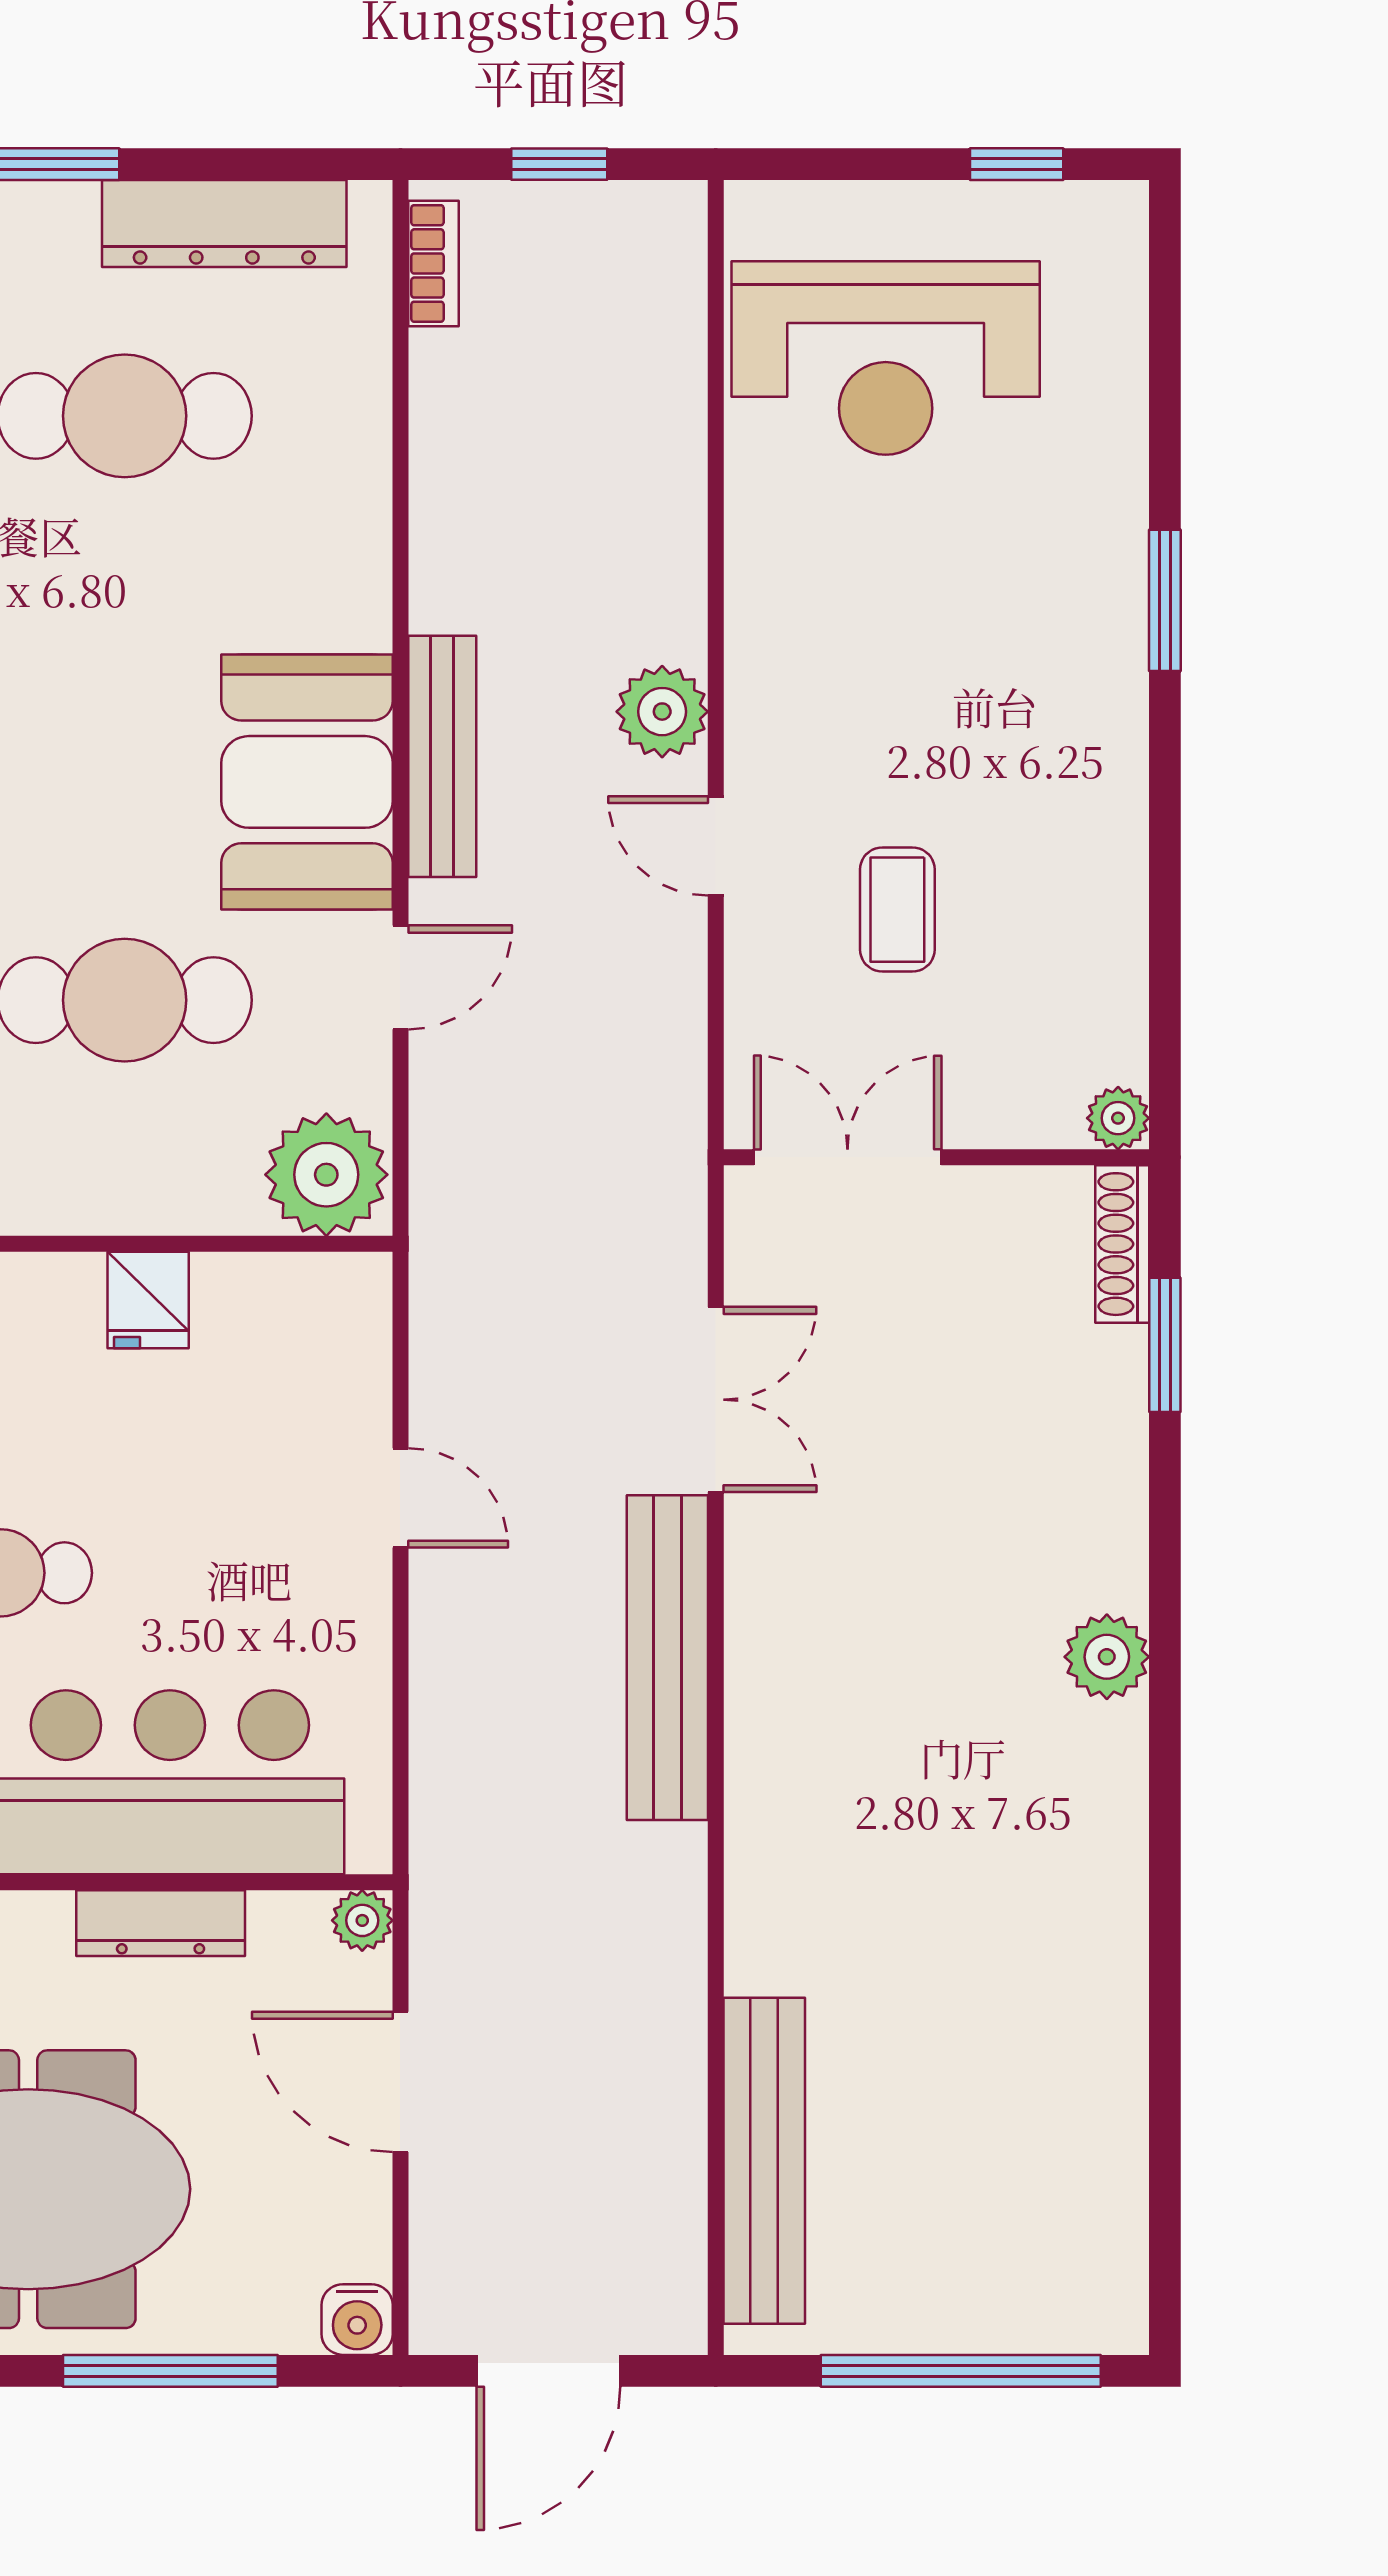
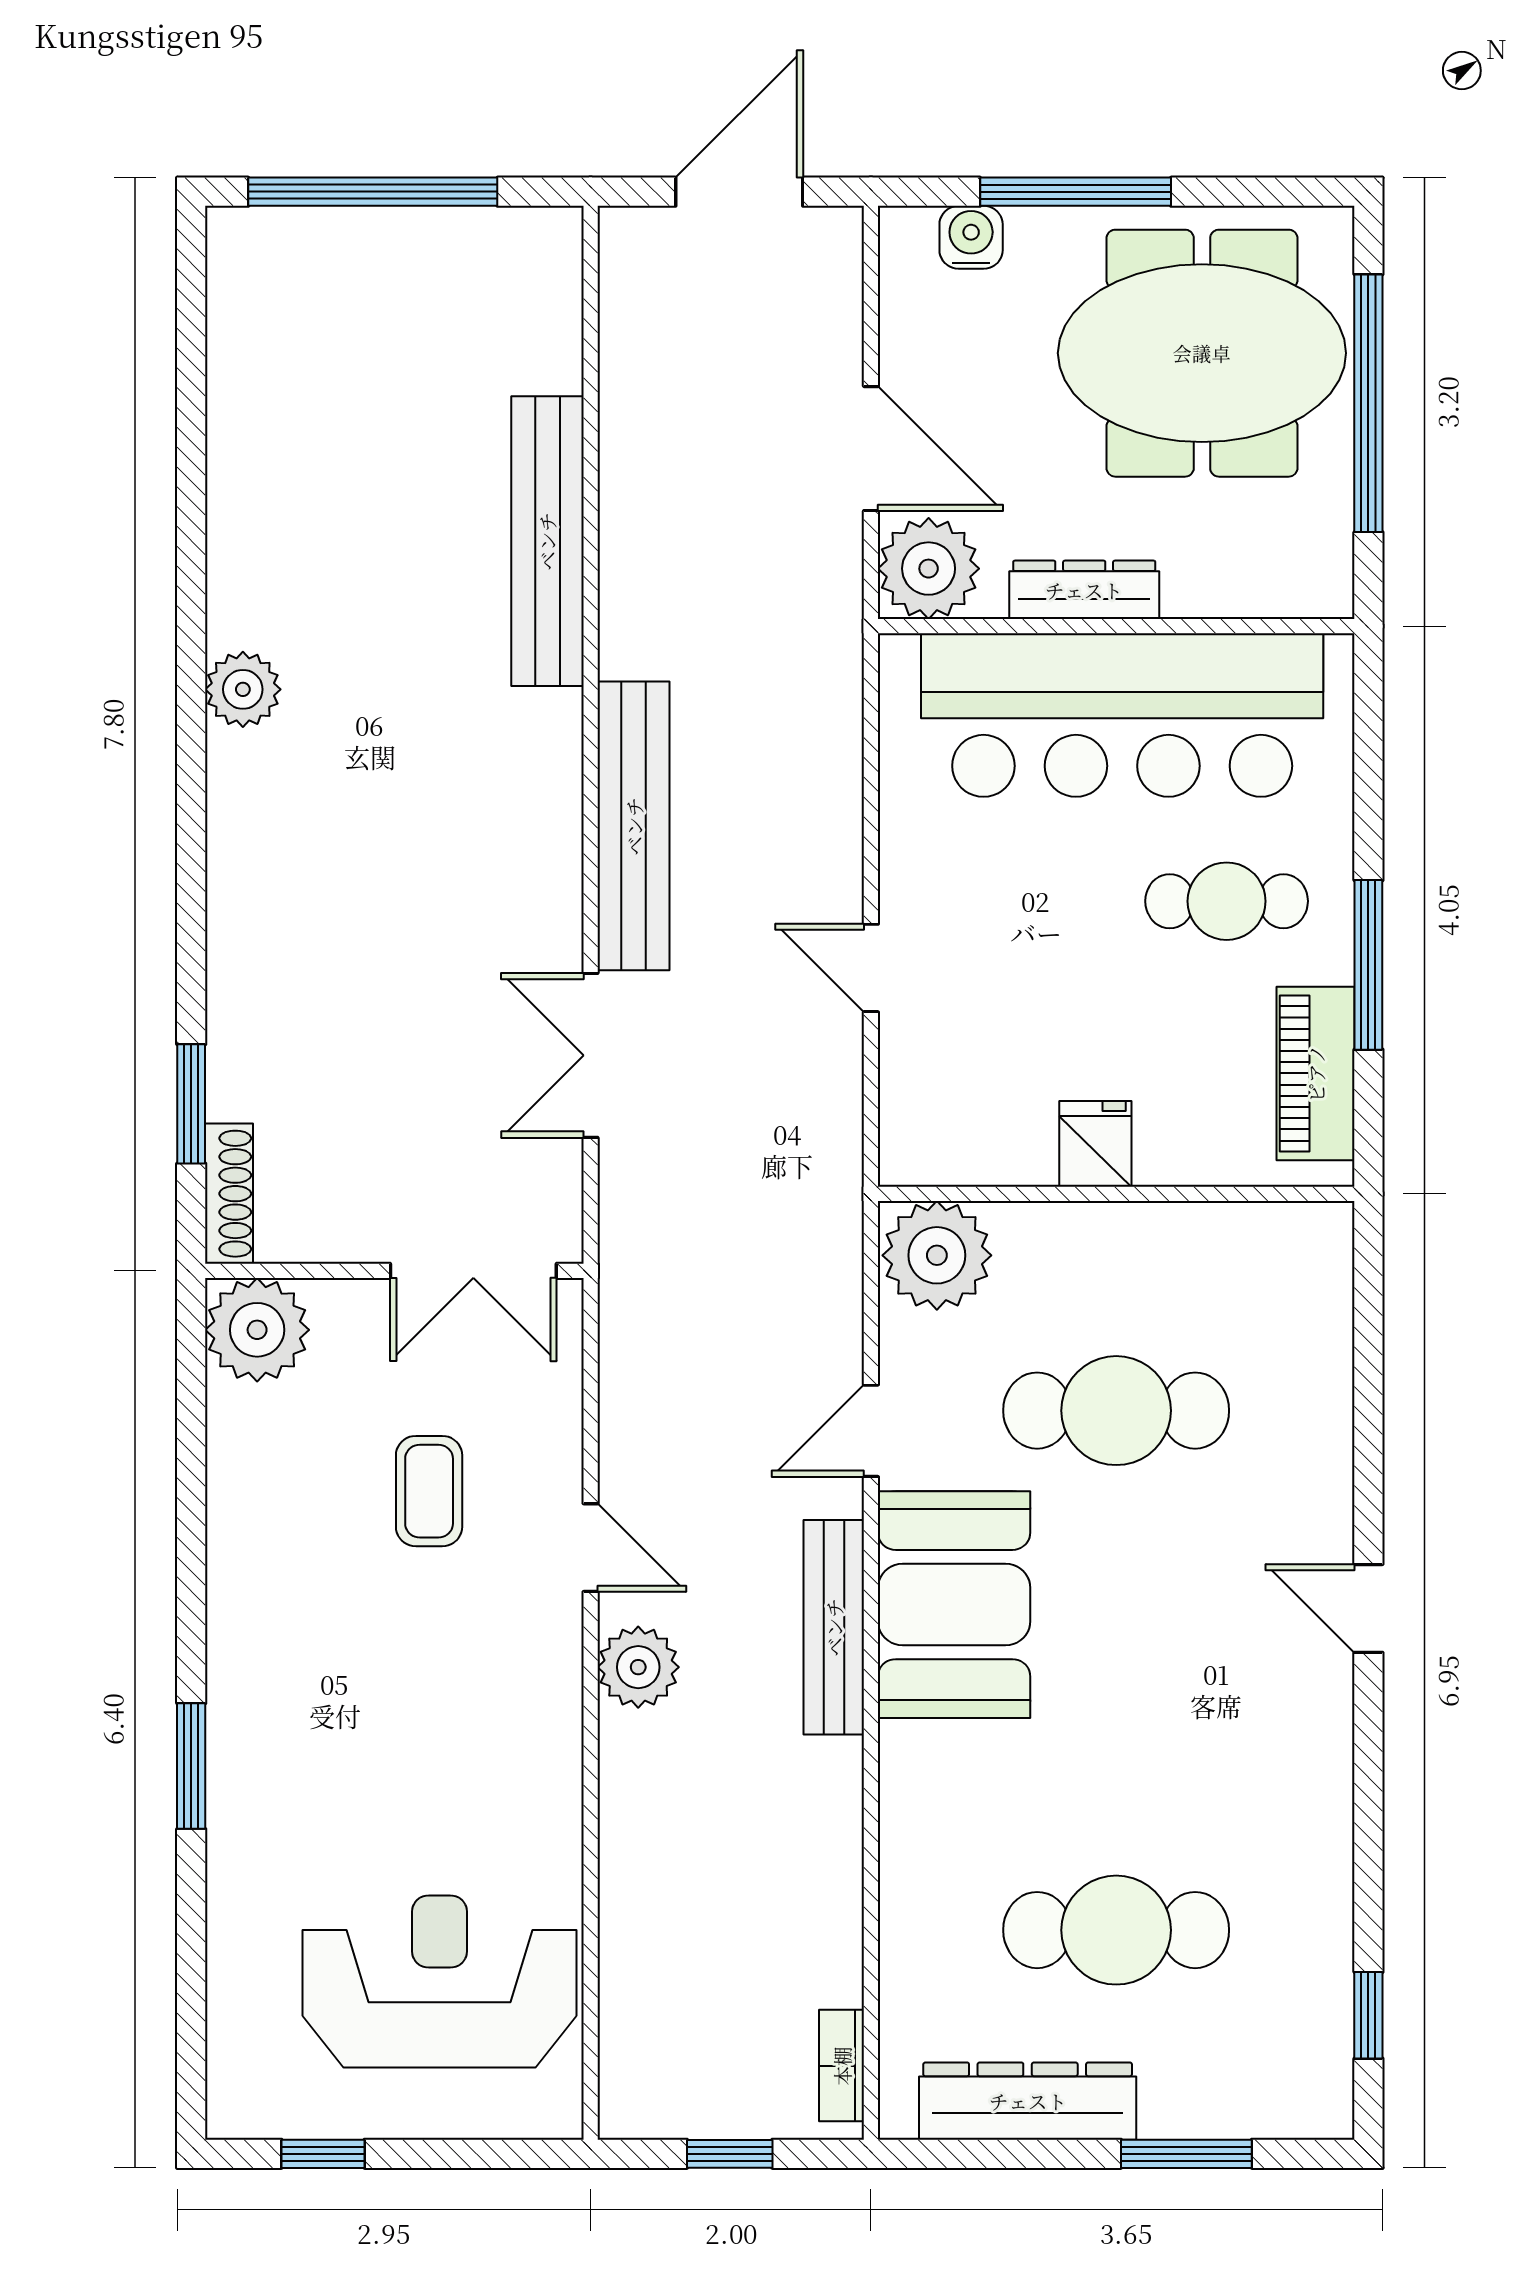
plant: (1118, 1118) -> (257, 1330), width x1.88, depth x1.88
plant: (1107, 1657) -> (243, 689), moved
plant: (362, 1920) -> (929, 569), width x1.88, depth x1.88
bench: (764, 2161) -> (547, 541), moved
water cooler: (357, 2320) -> (971, 237), moved

